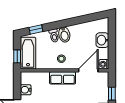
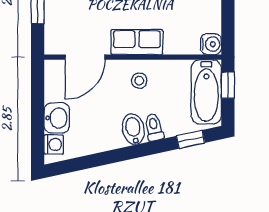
washing machine: (104, 64) -> (54, 144), moved
water cooler: (26, 90) -> (211, 44), moved

